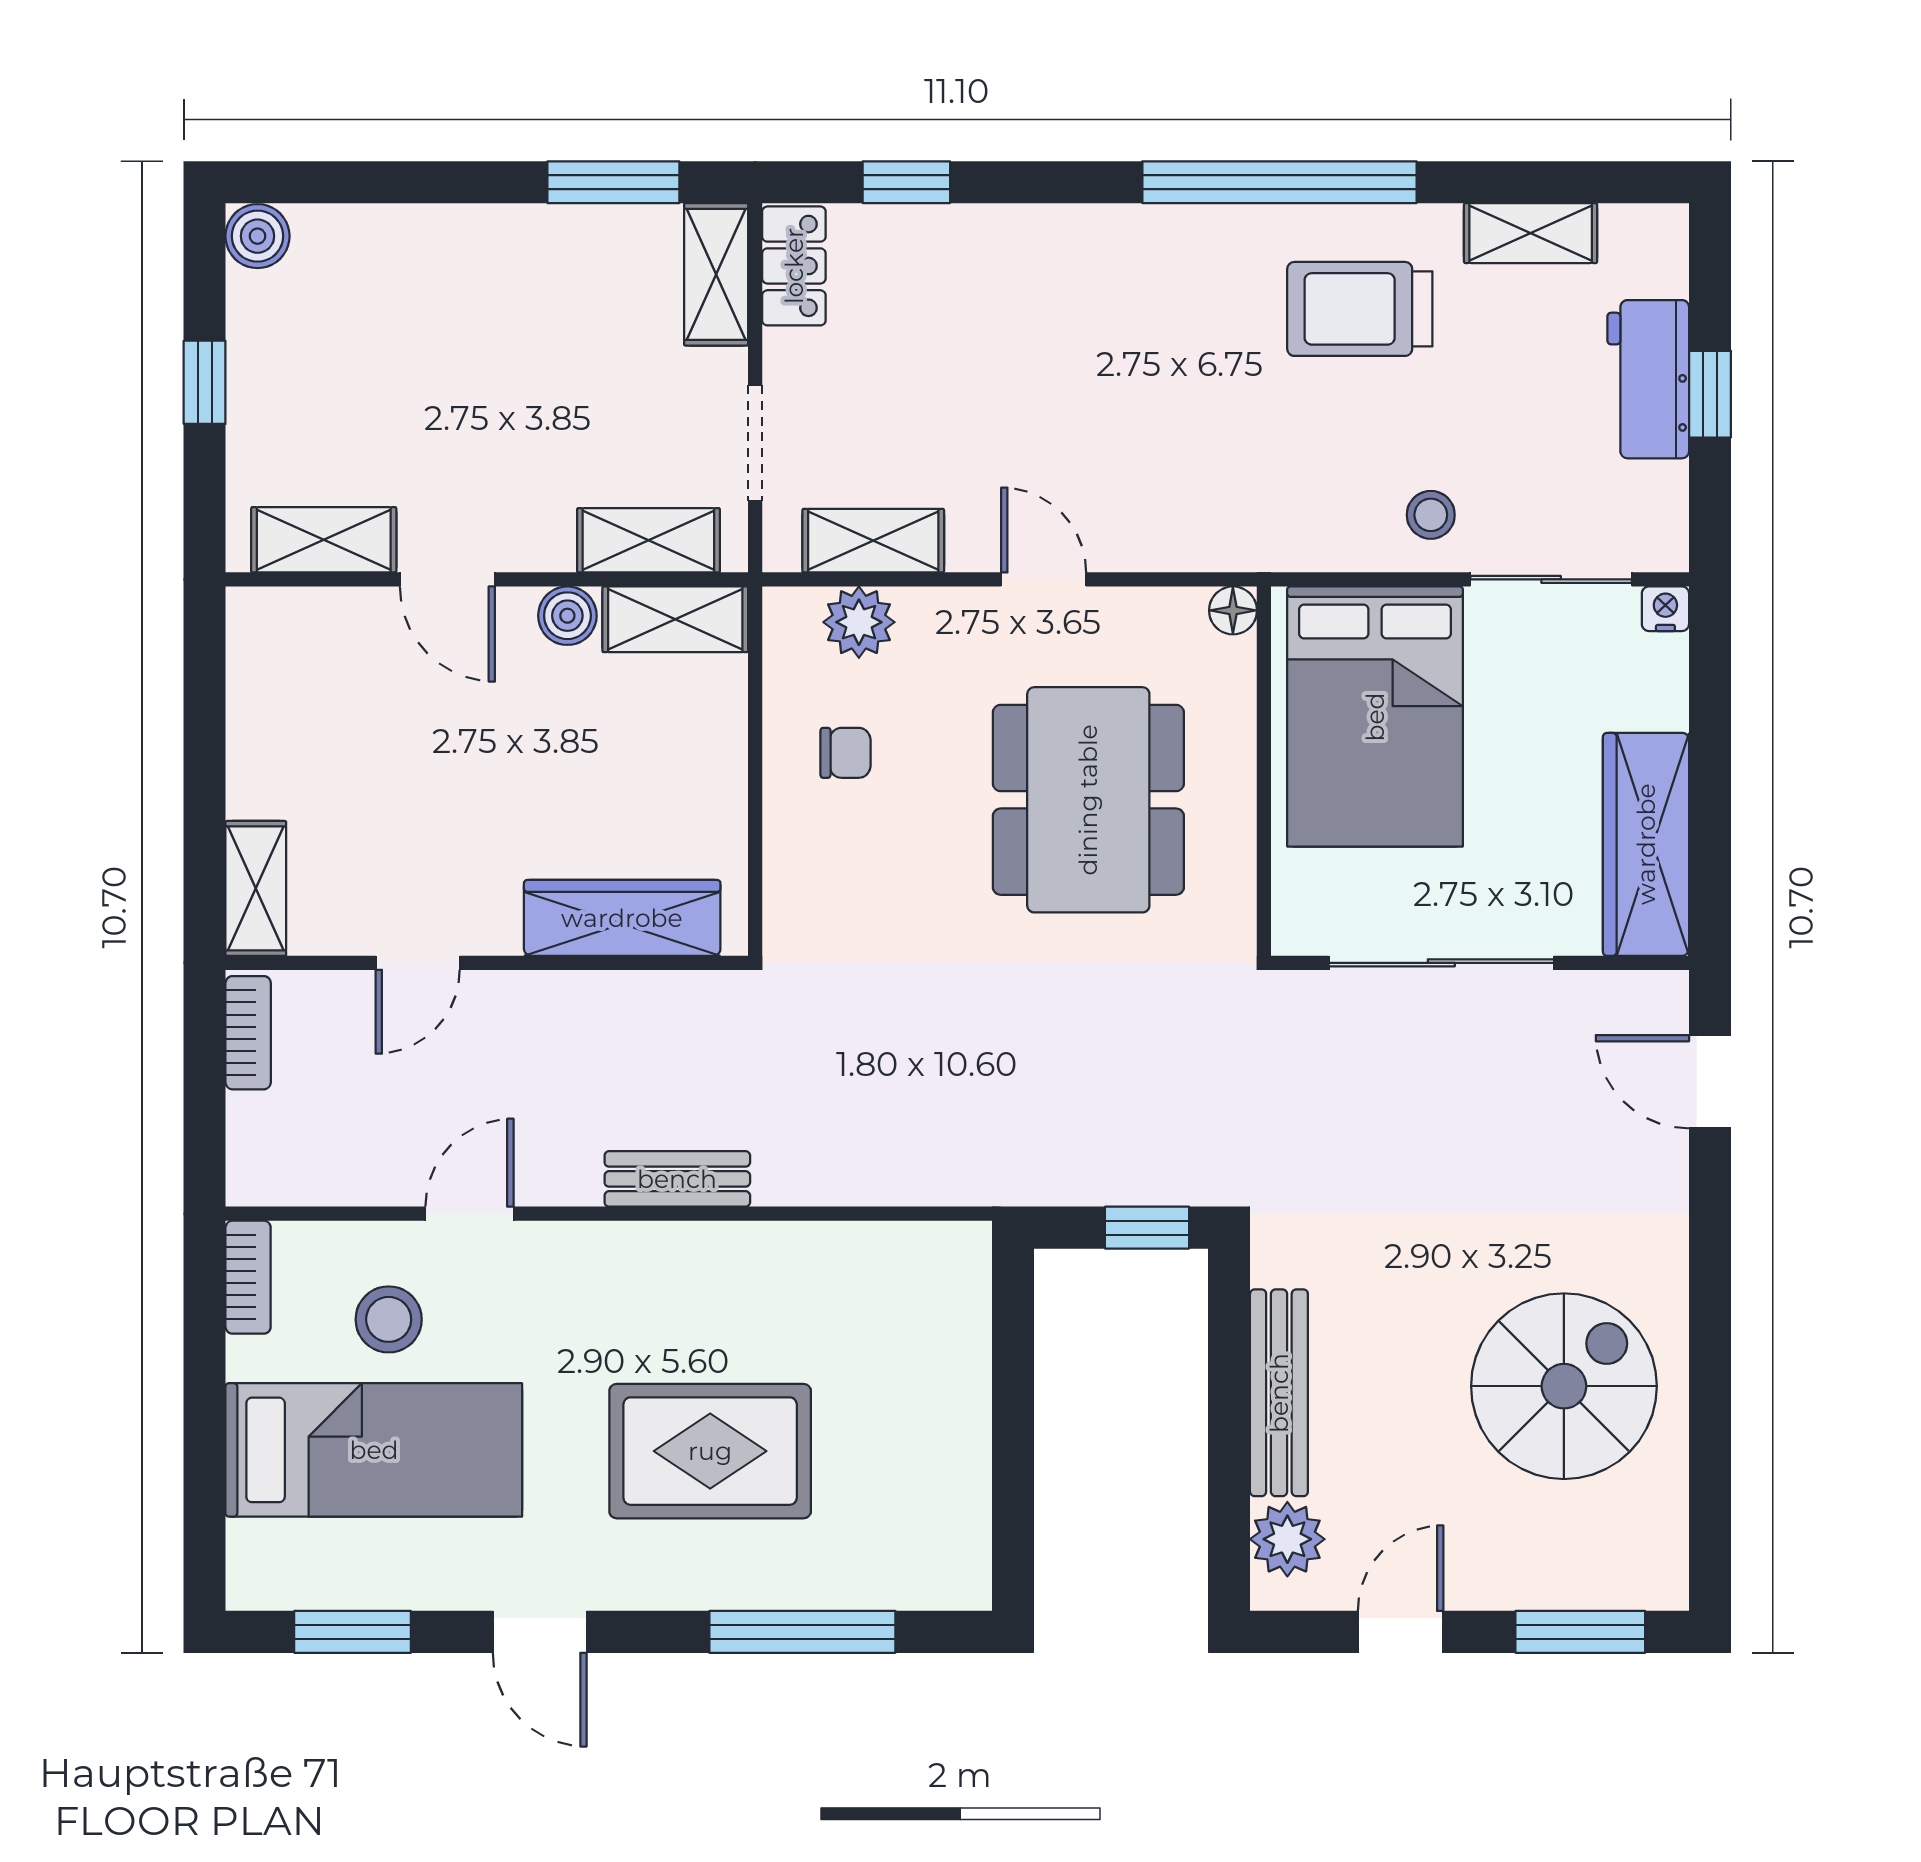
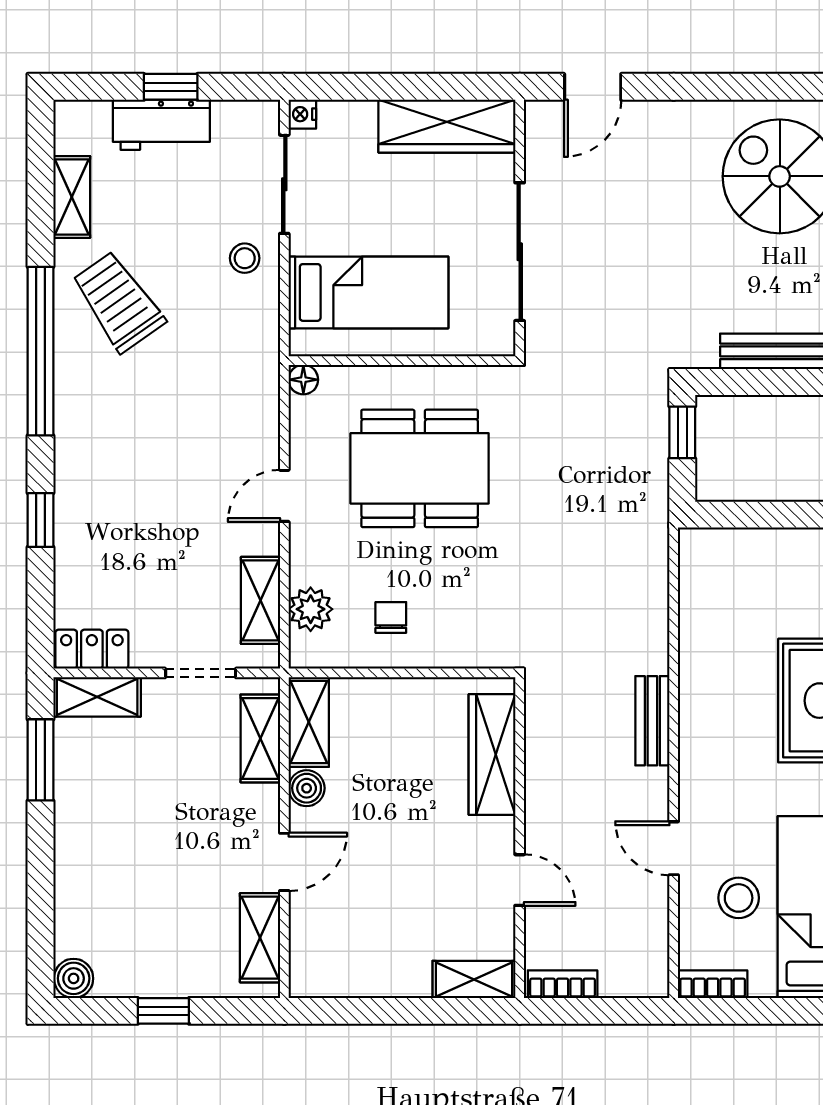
window: (906, 182) -> (40, 520), moved
trolley: (1360, 309) -> (118, 302), turned 145
bed: (1375, 717) -> (368, 292), width x0.67

